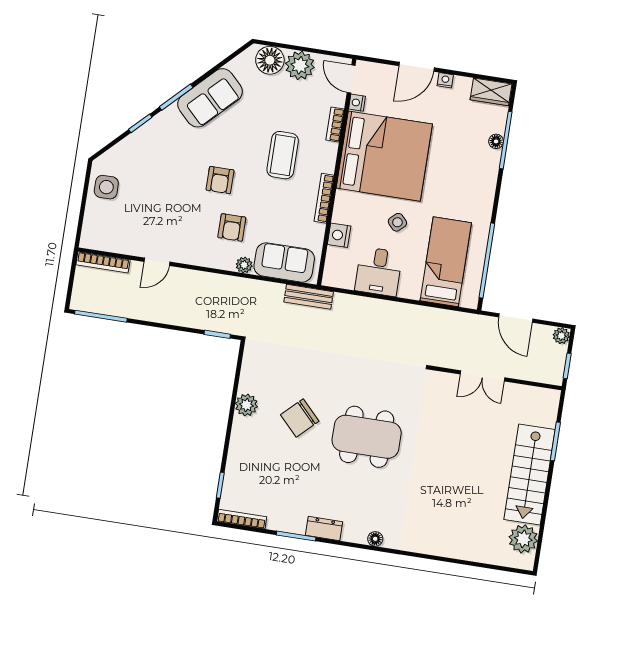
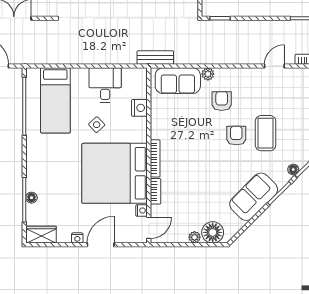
plant: (300, 65) -> (195, 237), width x0.53, depth x0.53
door: (351, 79) -> (149, 228), hinge flipped
floor lamp: (154, 125) -> (293, 170), added
coffee table: (283, 155) -> (266, 133), moved
bookcase: (324, 198) -> (155, 158), moved

